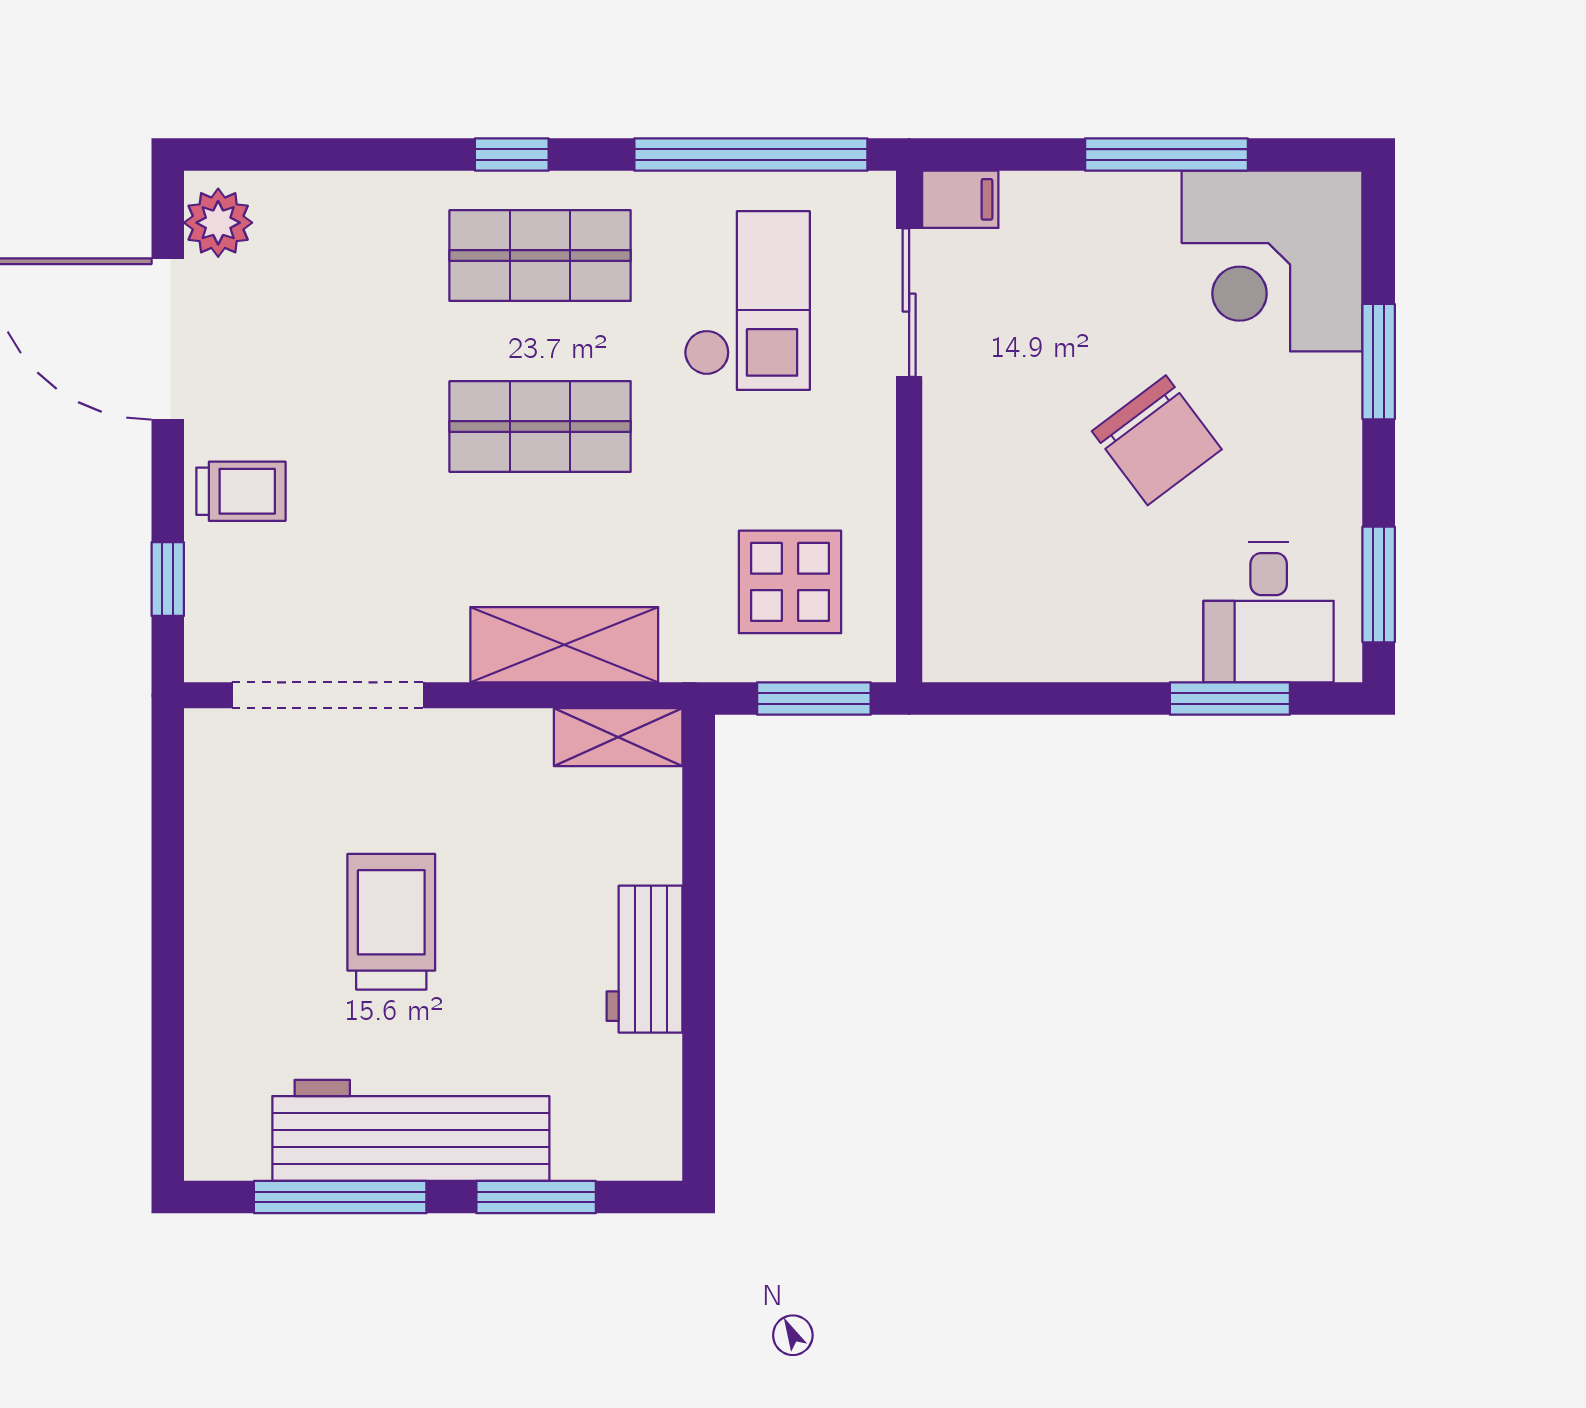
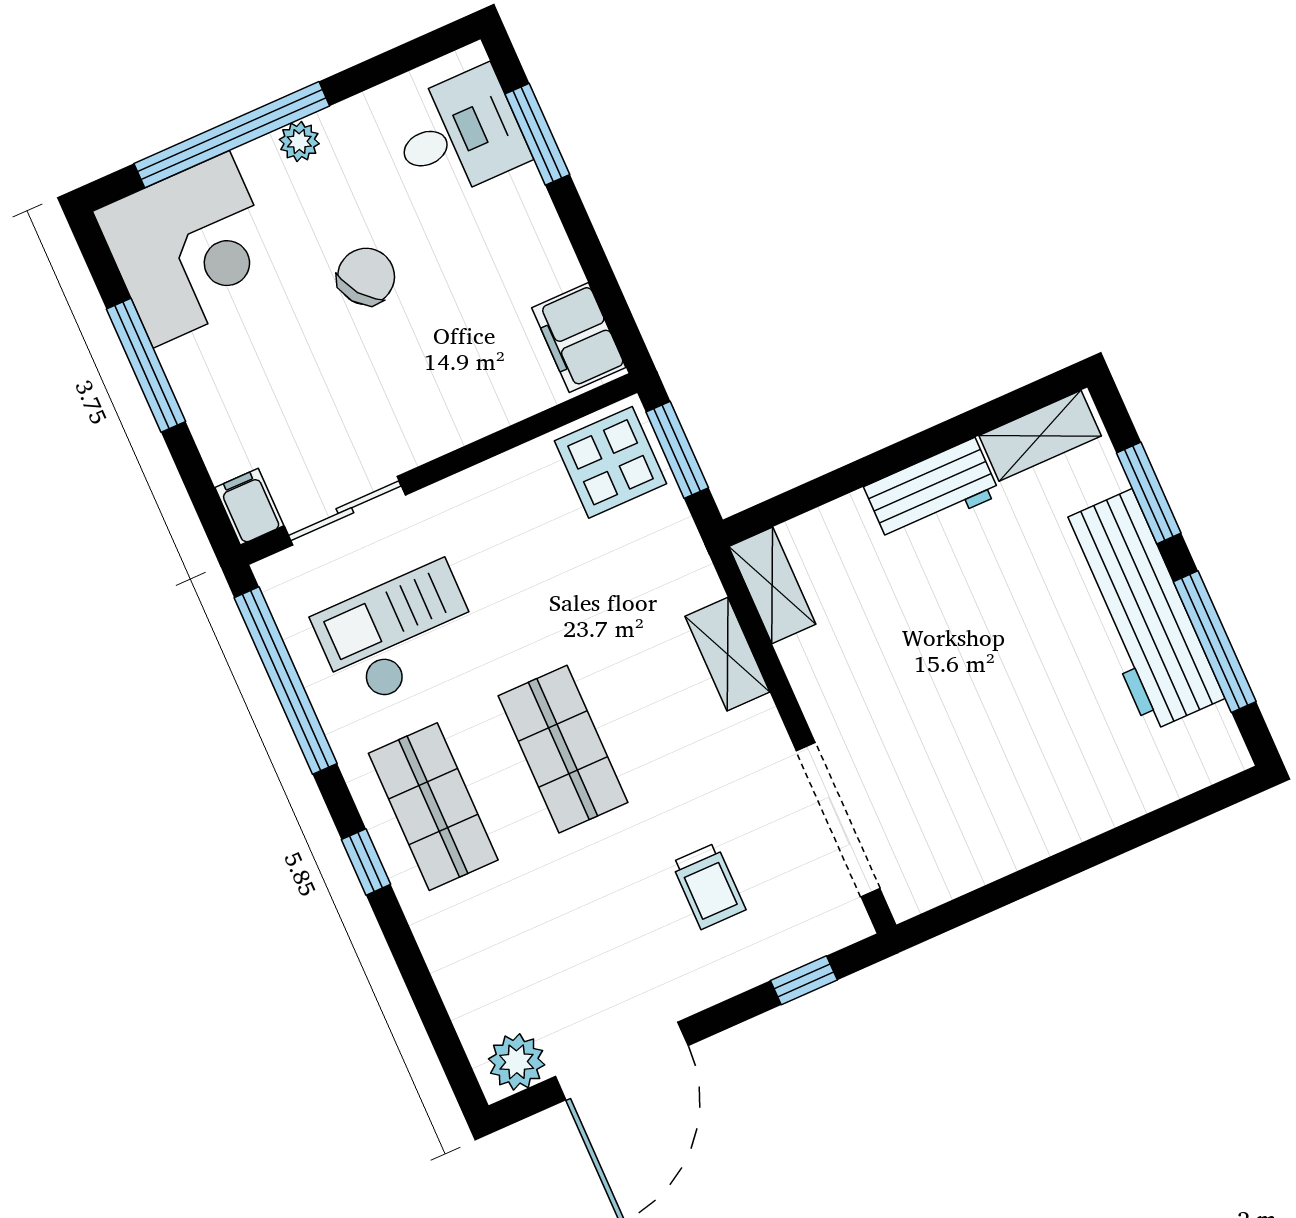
window: (1379, 362) -> (232, 135), width x2.11
plant: (1338, 433) -> (299, 142), added
chair: (1157, 440) -> (366, 276), width x0.73, depth x0.73
trolley: (241, 491) -> (709, 886), moved, turned 180
display table: (790, 582) -> (610, 462), moved
window: (1379, 584) -> (401, 60), removed
shelving: (564, 645) -> (727, 654), width x0.67, depth x0.75
filing cabinet: (986, 645) -> (579, 338), added
trolley: (391, 922) -> (989, 695), removed
shelving: (652, 1105) -> (1040, 436), added

